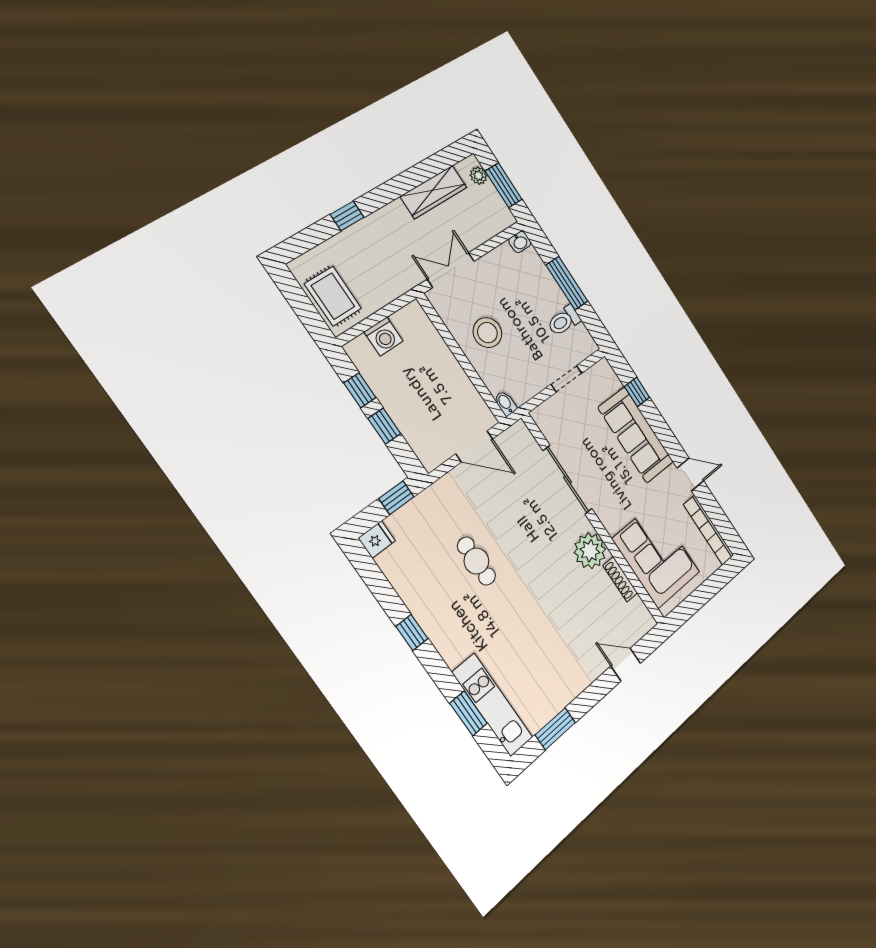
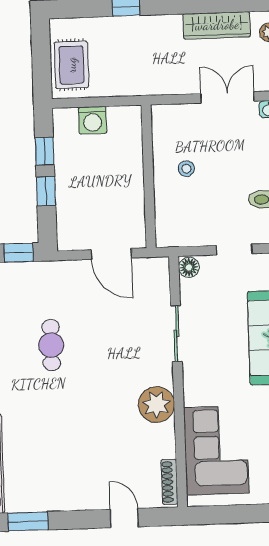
double door: (451, 270) -> (228, 97), moved
stool: (487, 333) -> (186, 169), width x0.53, depth x0.53
bidet: (505, 403) -> (163, 236), removed
floor lamp: (542, 417) -> (189, 267), added
sliding door: (568, 480) -> (176, 334), width x0.73
shoe rack: (620, 579) -> (169, 482), moved

